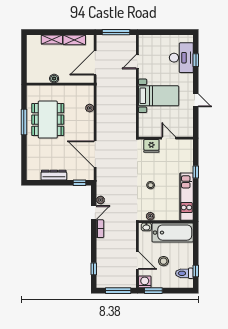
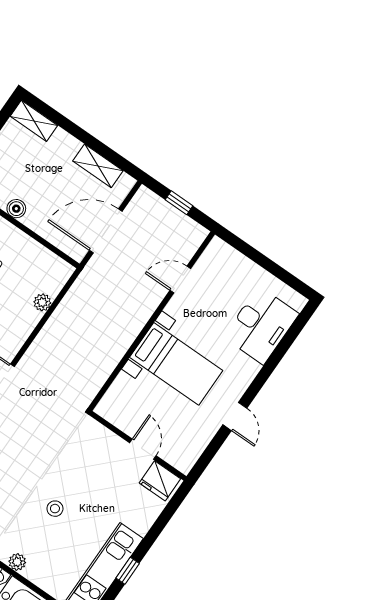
window: (116, 32) -> (179, 203), width x0.46
shelving: (52, 40) -> (34, 121), moved
window: (196, 60) -> (283, 347), removed
fridge: (151, 146) -> (160, 481), moved
window: (196, 172) -> (128, 571), moved

